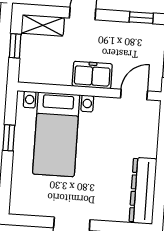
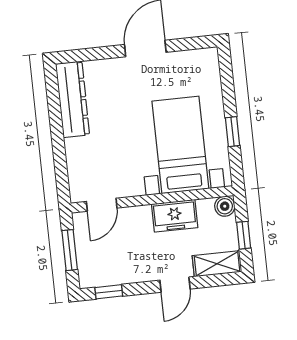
boiler: (27, 74) -> (225, 206), added
freezer: (92, 75) -> (175, 216), moved

